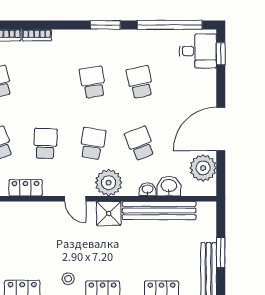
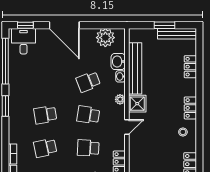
school desk: (140, 82) -> (45, 148), moved
door: (221, 129) -> (64, 25), moved
plant: (109, 183) -> (120, 99), width x0.53, depth x0.53

